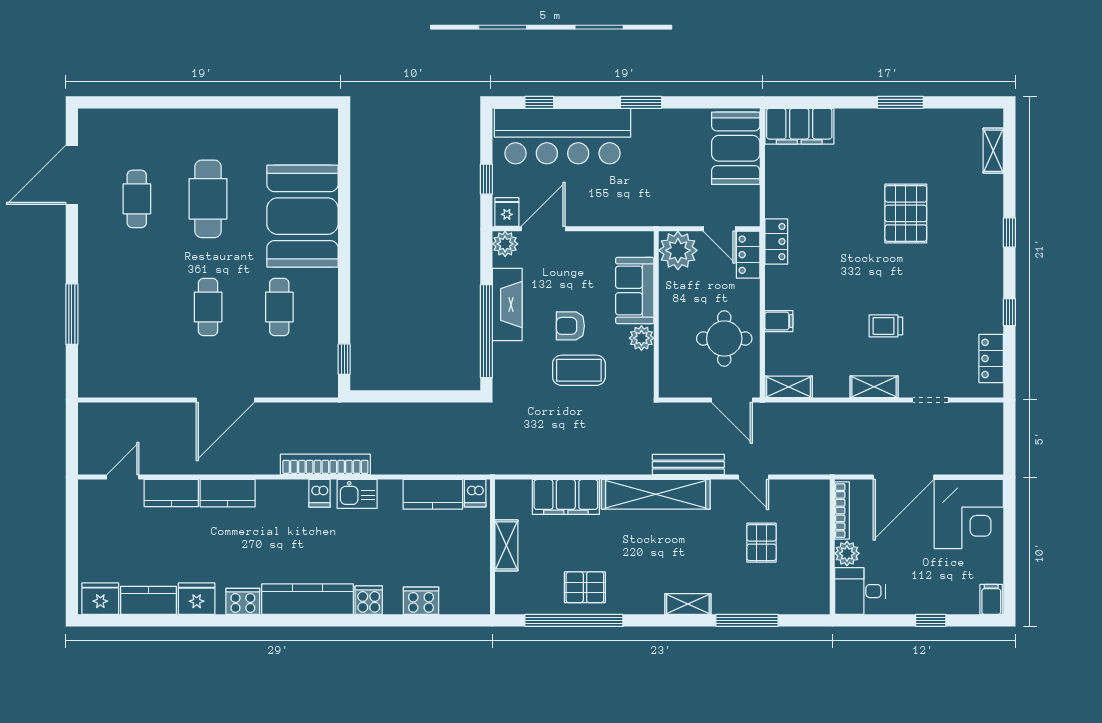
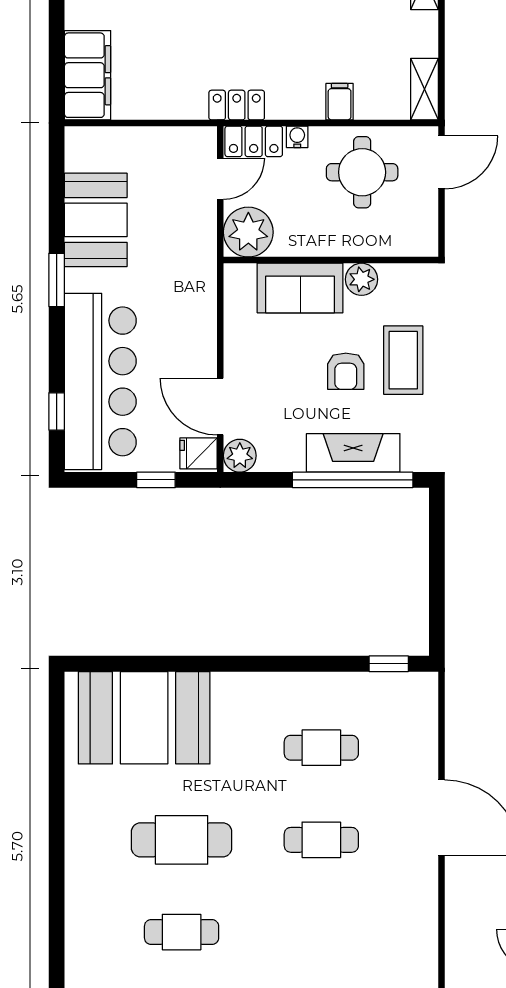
booth: (736, 148) -> (96, 220), moved, turned 90
booth: (302, 216) -> (144, 718), moved
water cooler: (752, 288) -> (297, 137), added
fireplace: (507, 305) -> (353, 453), moved

